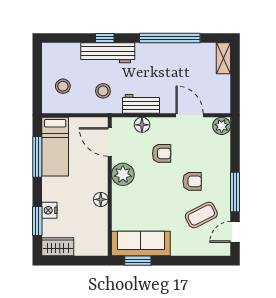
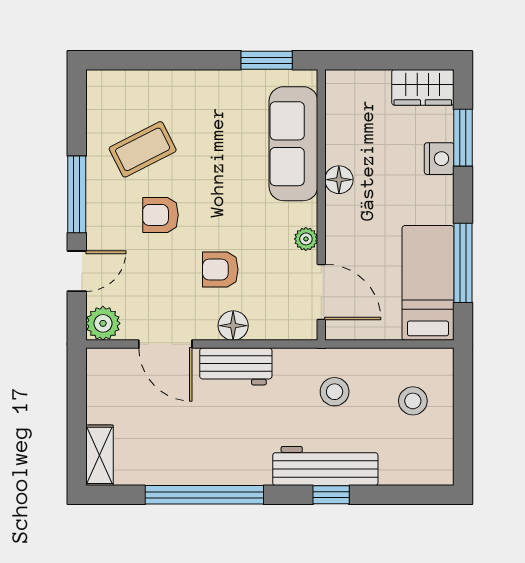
workbench: (141, 104) -> (236, 366), moved
floor lamp: (142, 125) -> (233, 326), moved
plant: (123, 174) -> (306, 239), width x0.53, depth x0.53
door: (235, 232) -> (77, 271), moved
sofa: (141, 244) -> (293, 144), moved, turned 90

